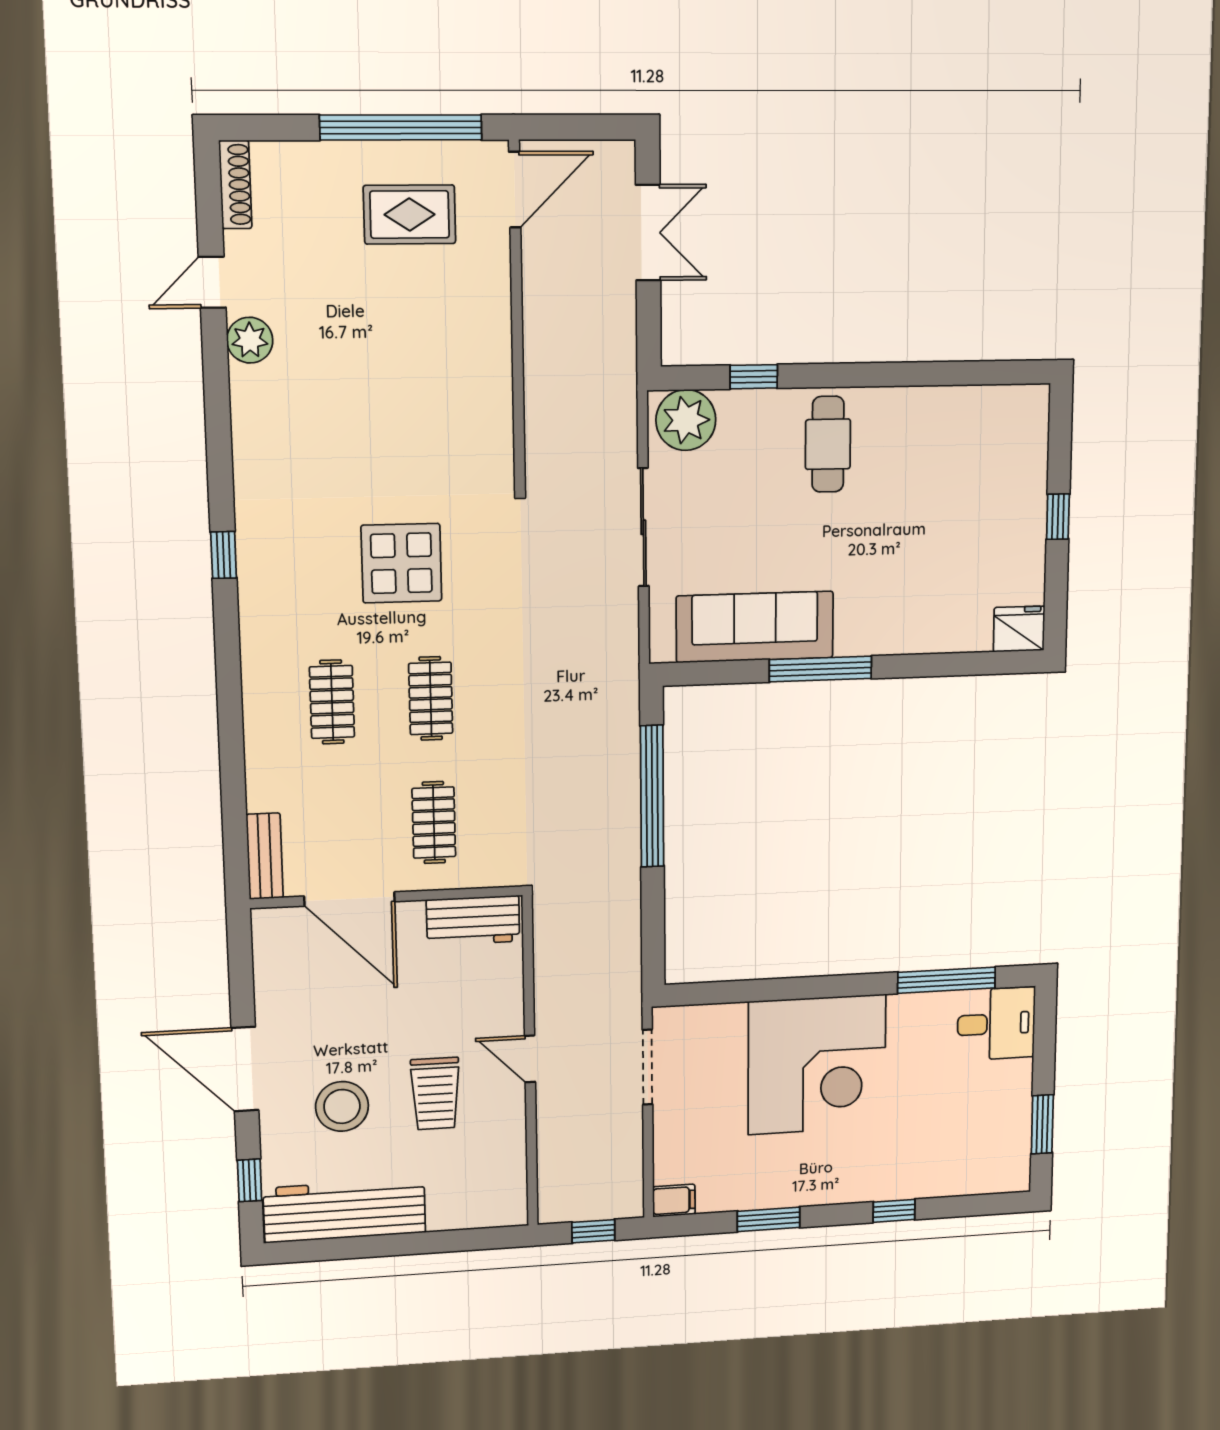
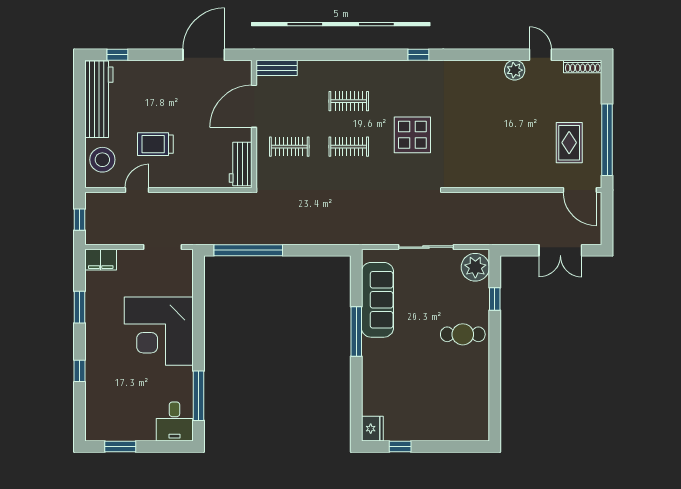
window: (1058, 517) -> (400, 447), moved
window: (652, 796) -> (248, 250), moved
door: (530, 1059) -> (137, 190), moved
door: (245, 1069) -> (204, 55), moved
stool: (342, 1106) -> (102, 160), moved
filing cabinet: (674, 1201) -> (101, 260), width x2.00

